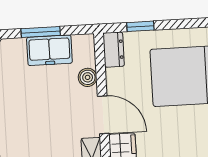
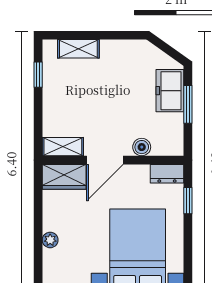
freezer: (49, 50) -> (170, 91), moved

